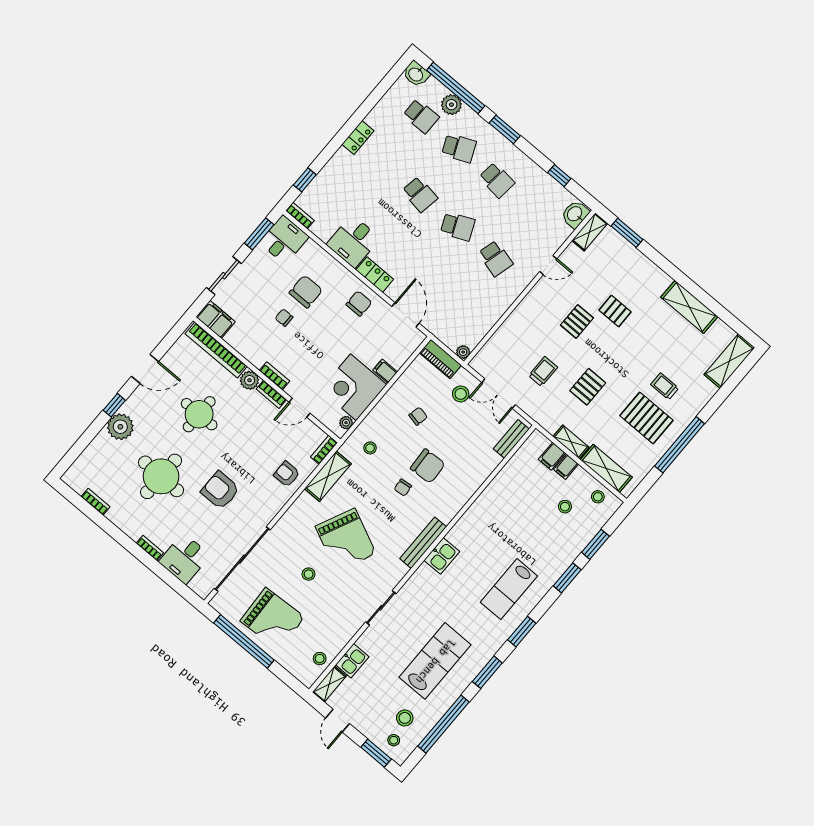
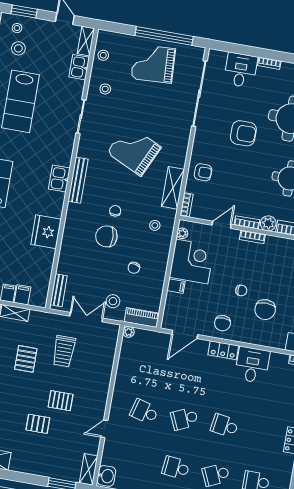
door: (405, 315) -> (185, 334), hinge flipped
chair: (284, 318) -> (241, 290), moved
pallet: (577, 321) -> (61, 401), turned 90
trolley: (543, 371) -> (64, 351), width x1.36, depth x1.39
fridge: (488, 508) -> (46, 232), added
stool: (309, 574) -> (105, 89), moved

